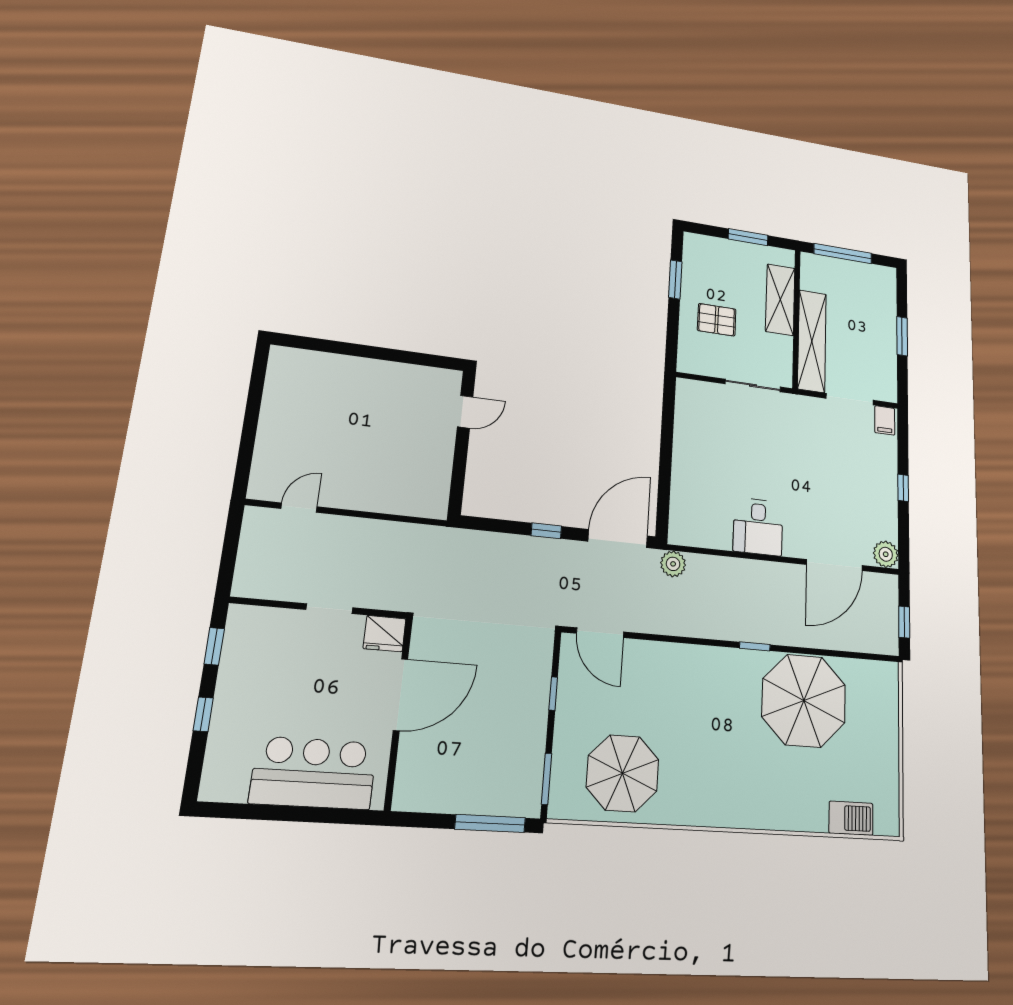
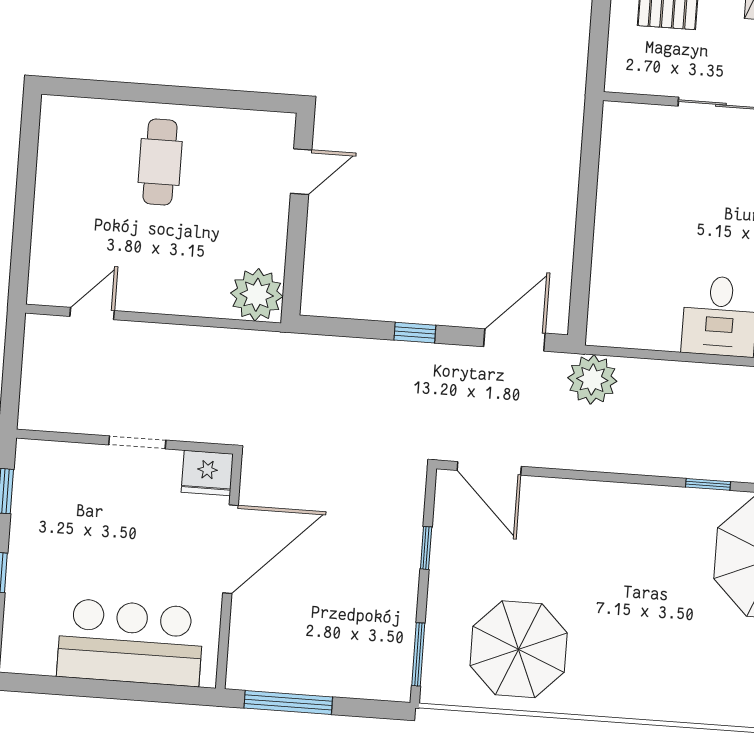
cafe table: (359, 399) -> (160, 162), added
plant: (429, 499) -> (257, 295), added
door: (618, 539) -> (514, 340), width x0.73
plant: (673, 564) -> (592, 379), width x1.36, depth x1.36
window: (490, 824) -> (288, 702), moved

